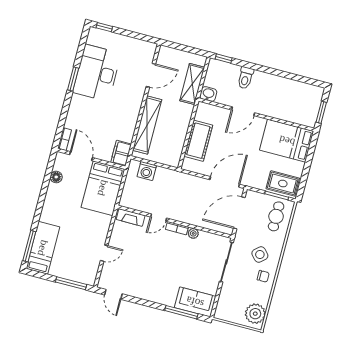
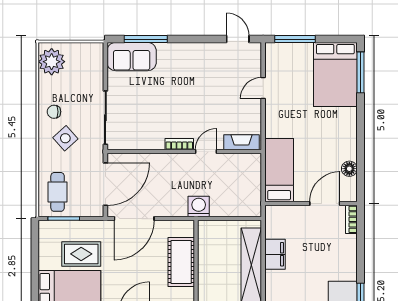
filing cabinet: (121, 153) -> (275, 254), moved
door: (81, 156) -> (325, 203), swing flipped
washing machine: (147, 171) -> (199, 206), moved
rug: (283, 183) -> (81, 254), moved
bed: (103, 188) -> (279, 170), width x0.67
plant: (193, 233) -> (157, 143), removed
bed: (43, 248) -> (335, 75), width x1.50

